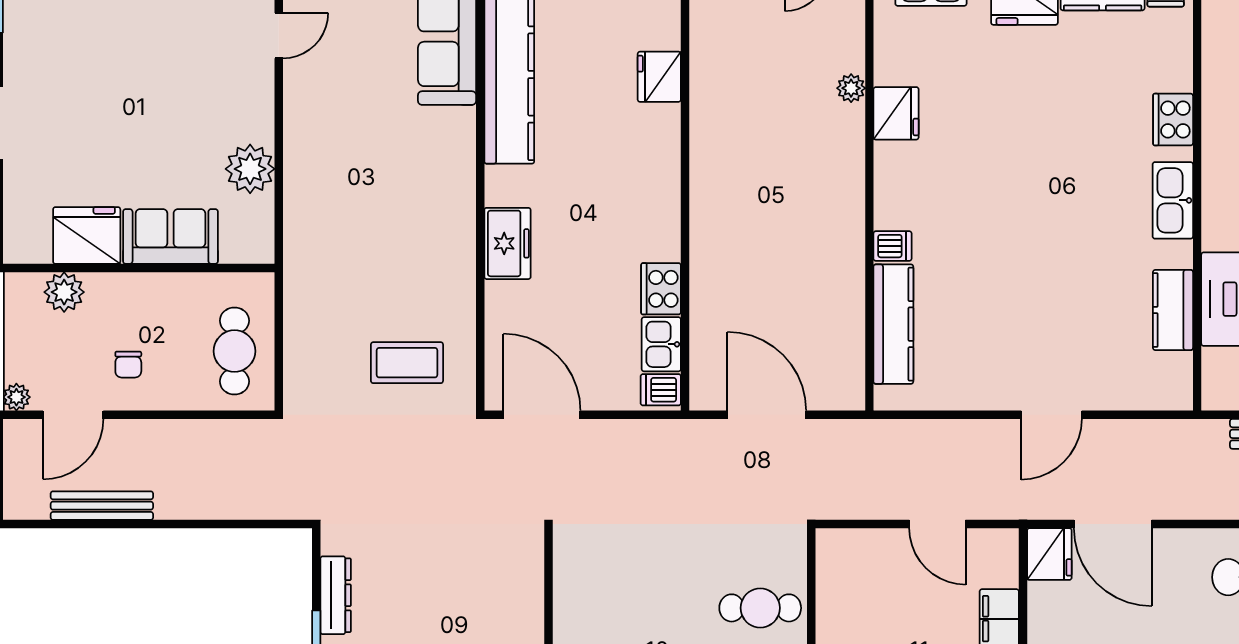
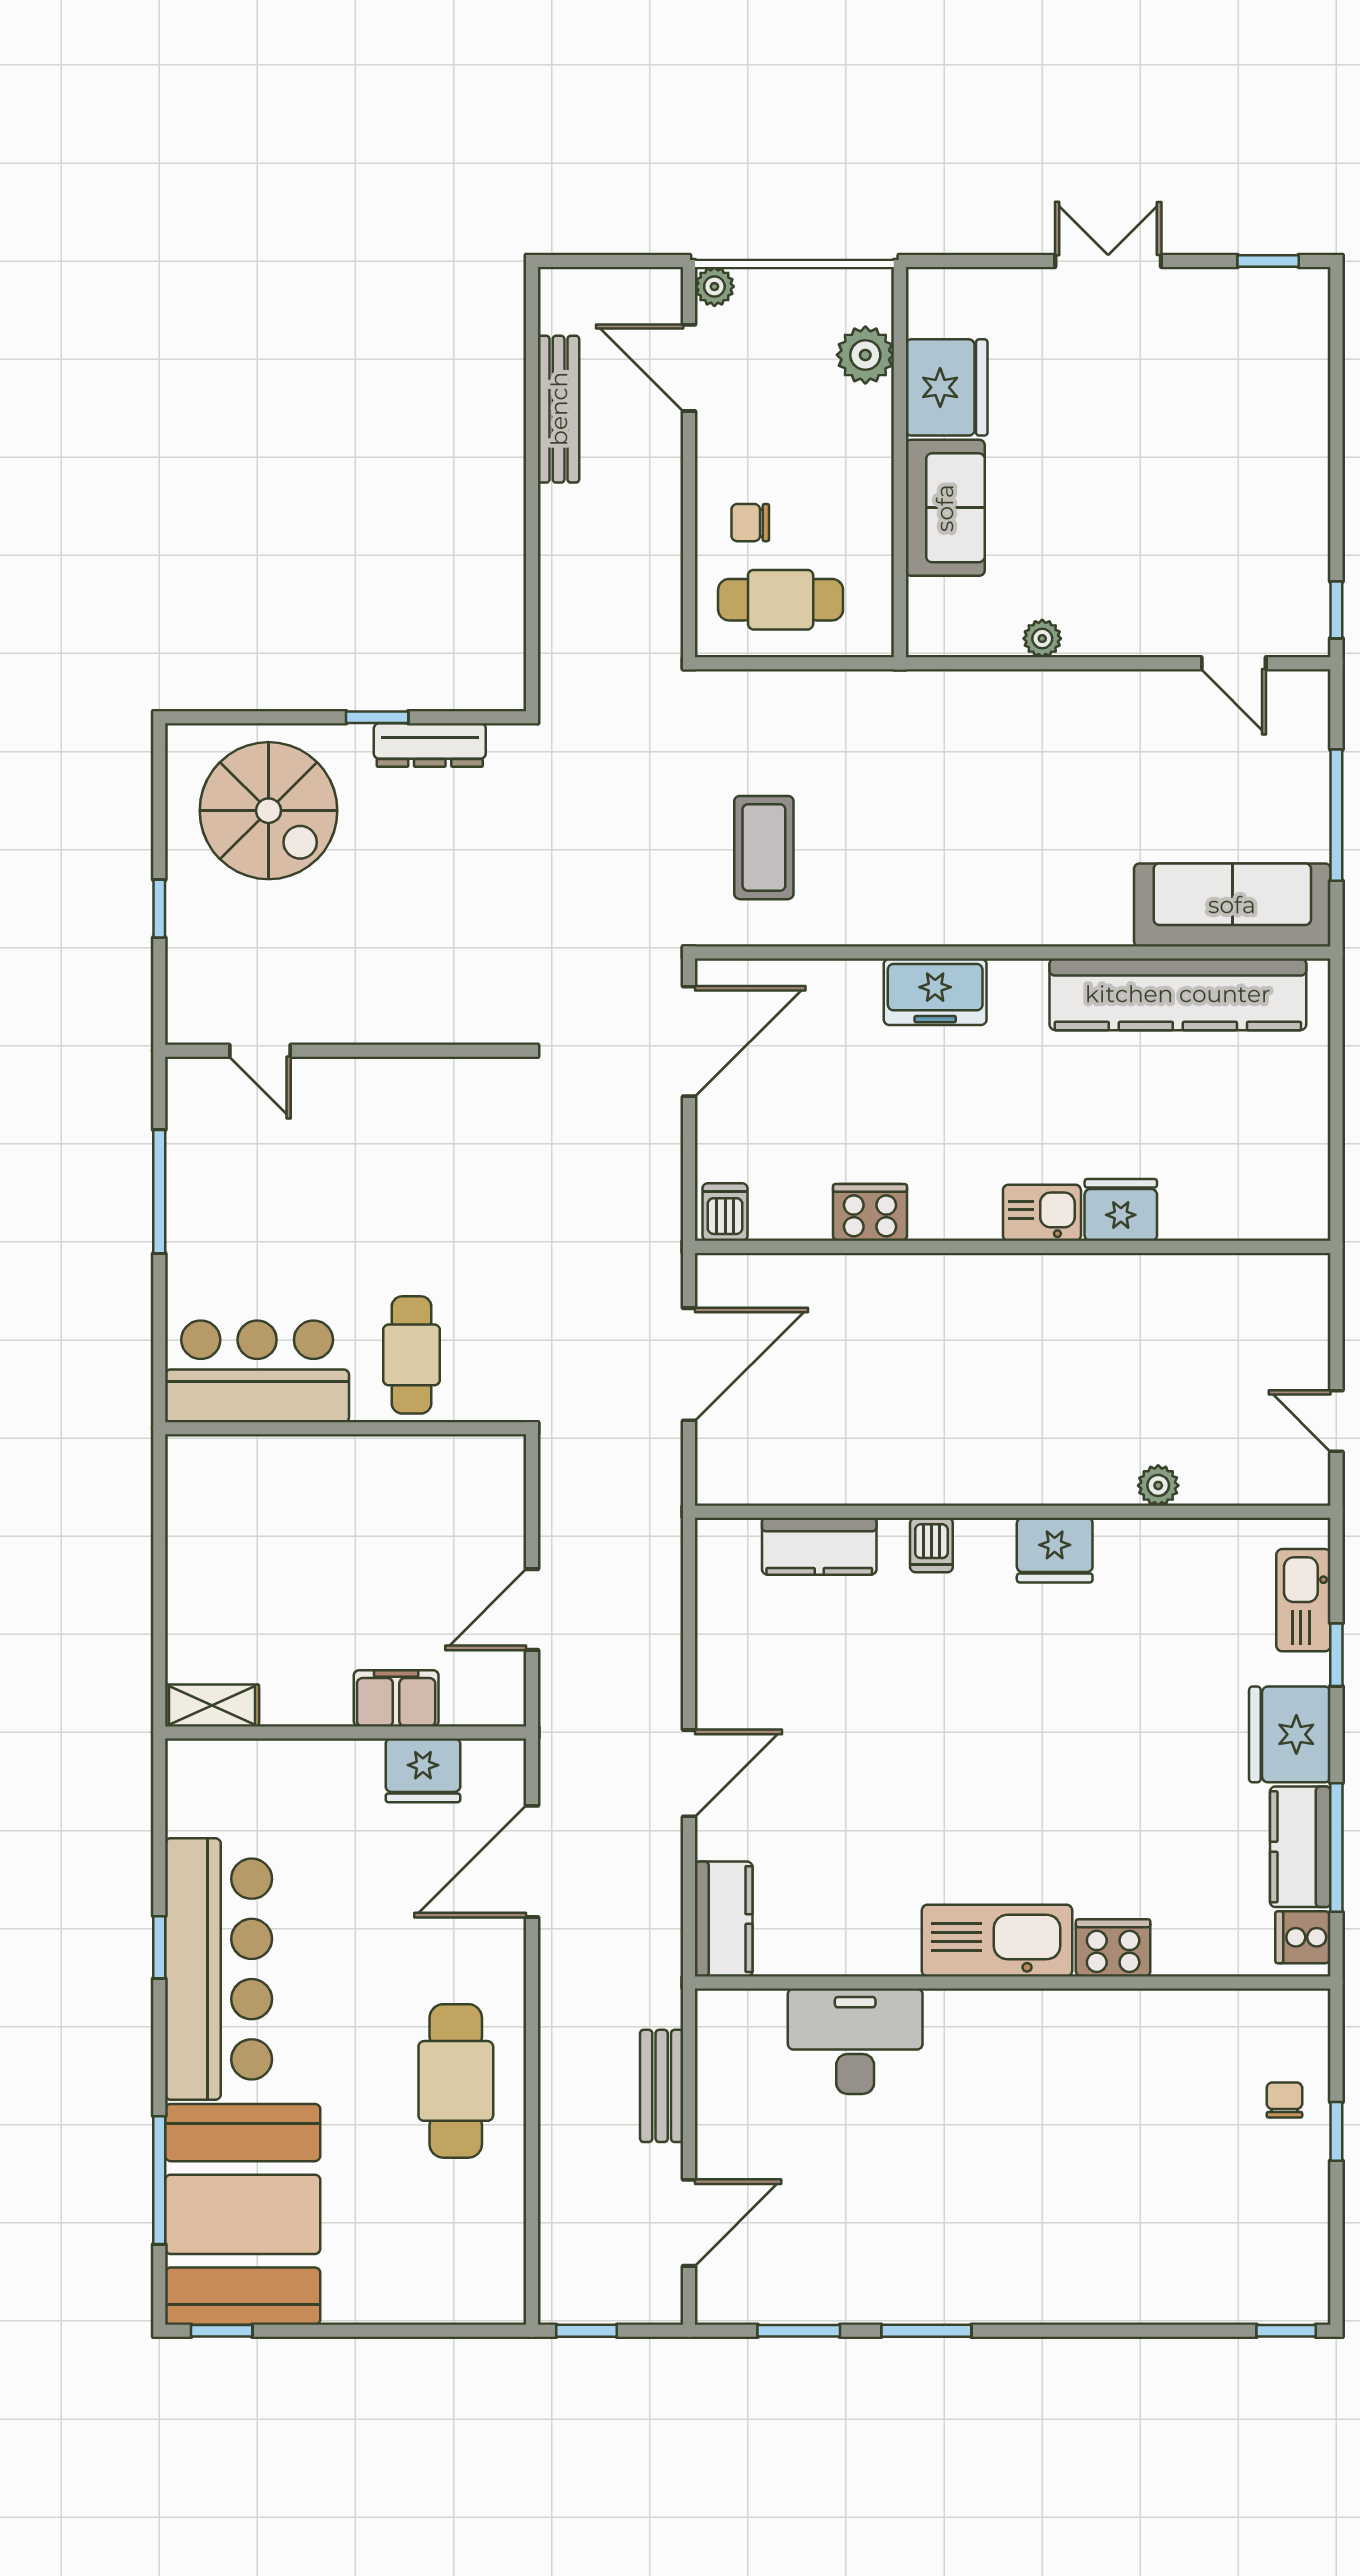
fridge: (659, 77) -> (1121, 1210), moved
fridge: (896, 113) -> (1055, 1550), moved
plant: (250, 169) -> (1042, 639), width x0.53, depth x0.53
kitchen sink: (1173, 200) -> (997, 1941), width x1.36, depth x1.24
kitchen counter: (1173, 310) -> (724, 1919), moved, turned 90
kitchen counter: (893, 324) -> (819, 1546), width x0.67
kitchen sink: (661, 344) -> (1042, 1213), moved
chair: (128, 365) -> (750, 523), moved
door: (1051, 415) -> (689, 1773), swing flipped
fridge: (1049, 554) -> (423, 1770), moved

